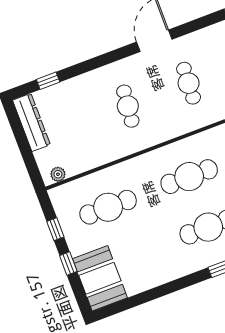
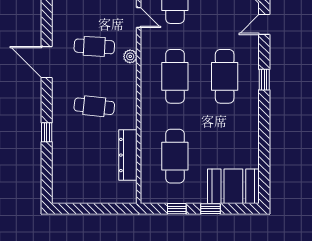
window: (48, 81) -> (47, 132), moved
dresser: (31, 122) -> (128, 155), moved, turned -90
plant: (58, 174) -> (130, 56), moved

